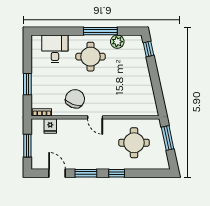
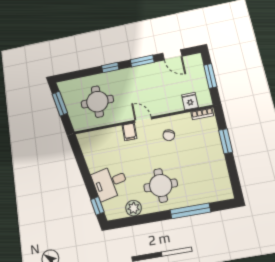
window: (100, 31) -> (190, 211), moved
desk: (55, 49) -> (110, 182), moved, turned 78
chair: (75, 99) -> (169, 135), width x0.54, depth x0.54
filing cabinet: (109, 109) -> (129, 132), added
window: (168, 138) -> (60, 104), moved

